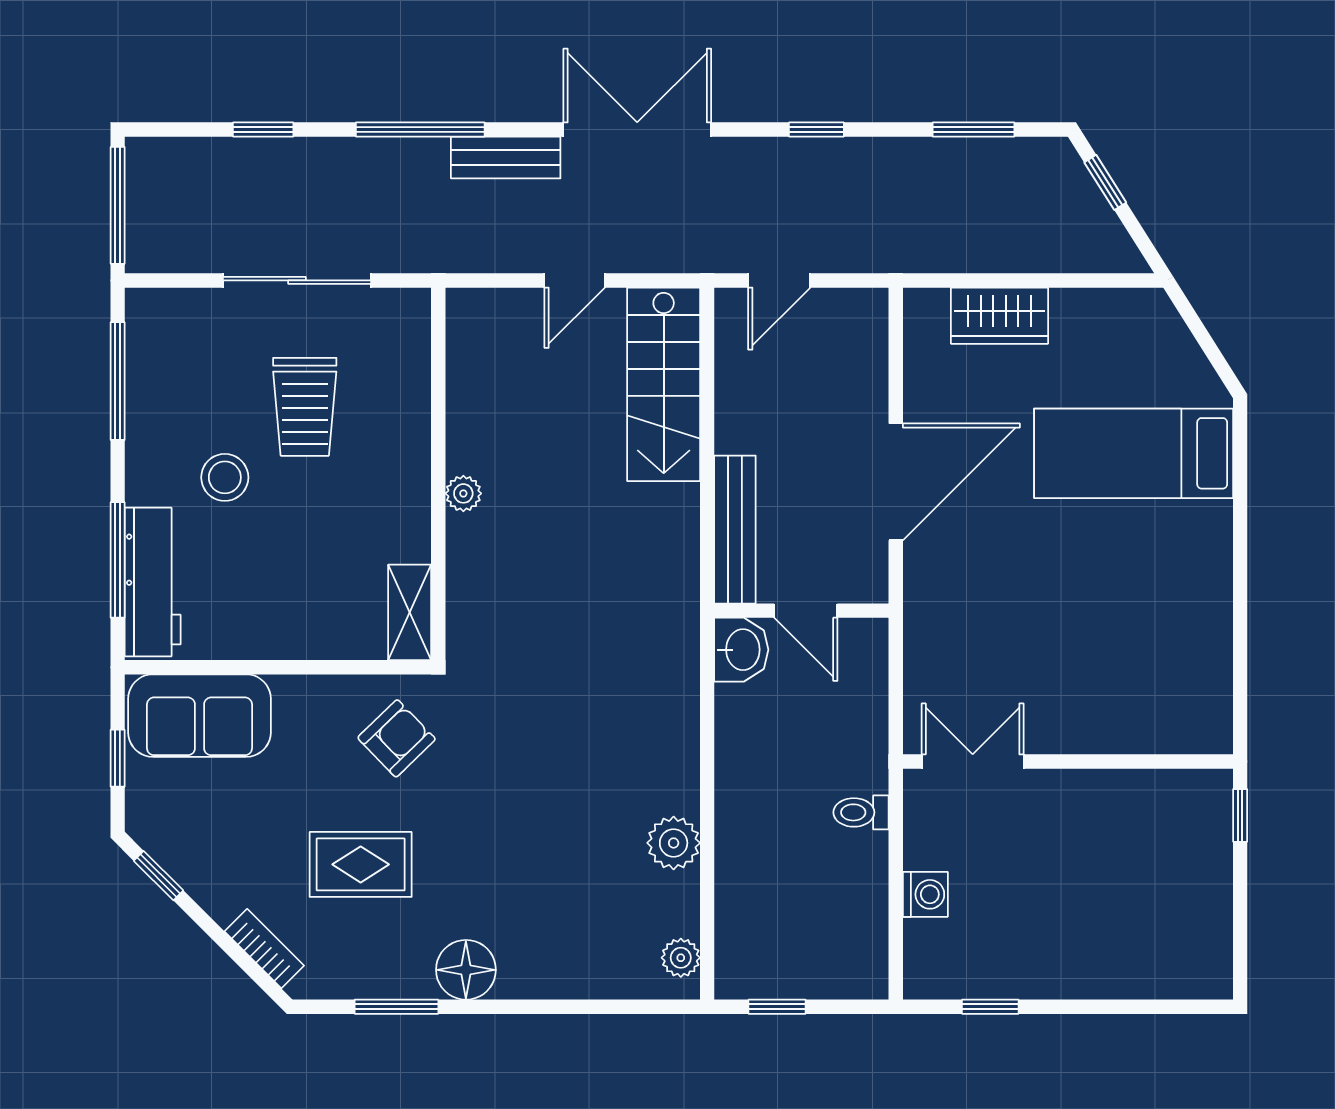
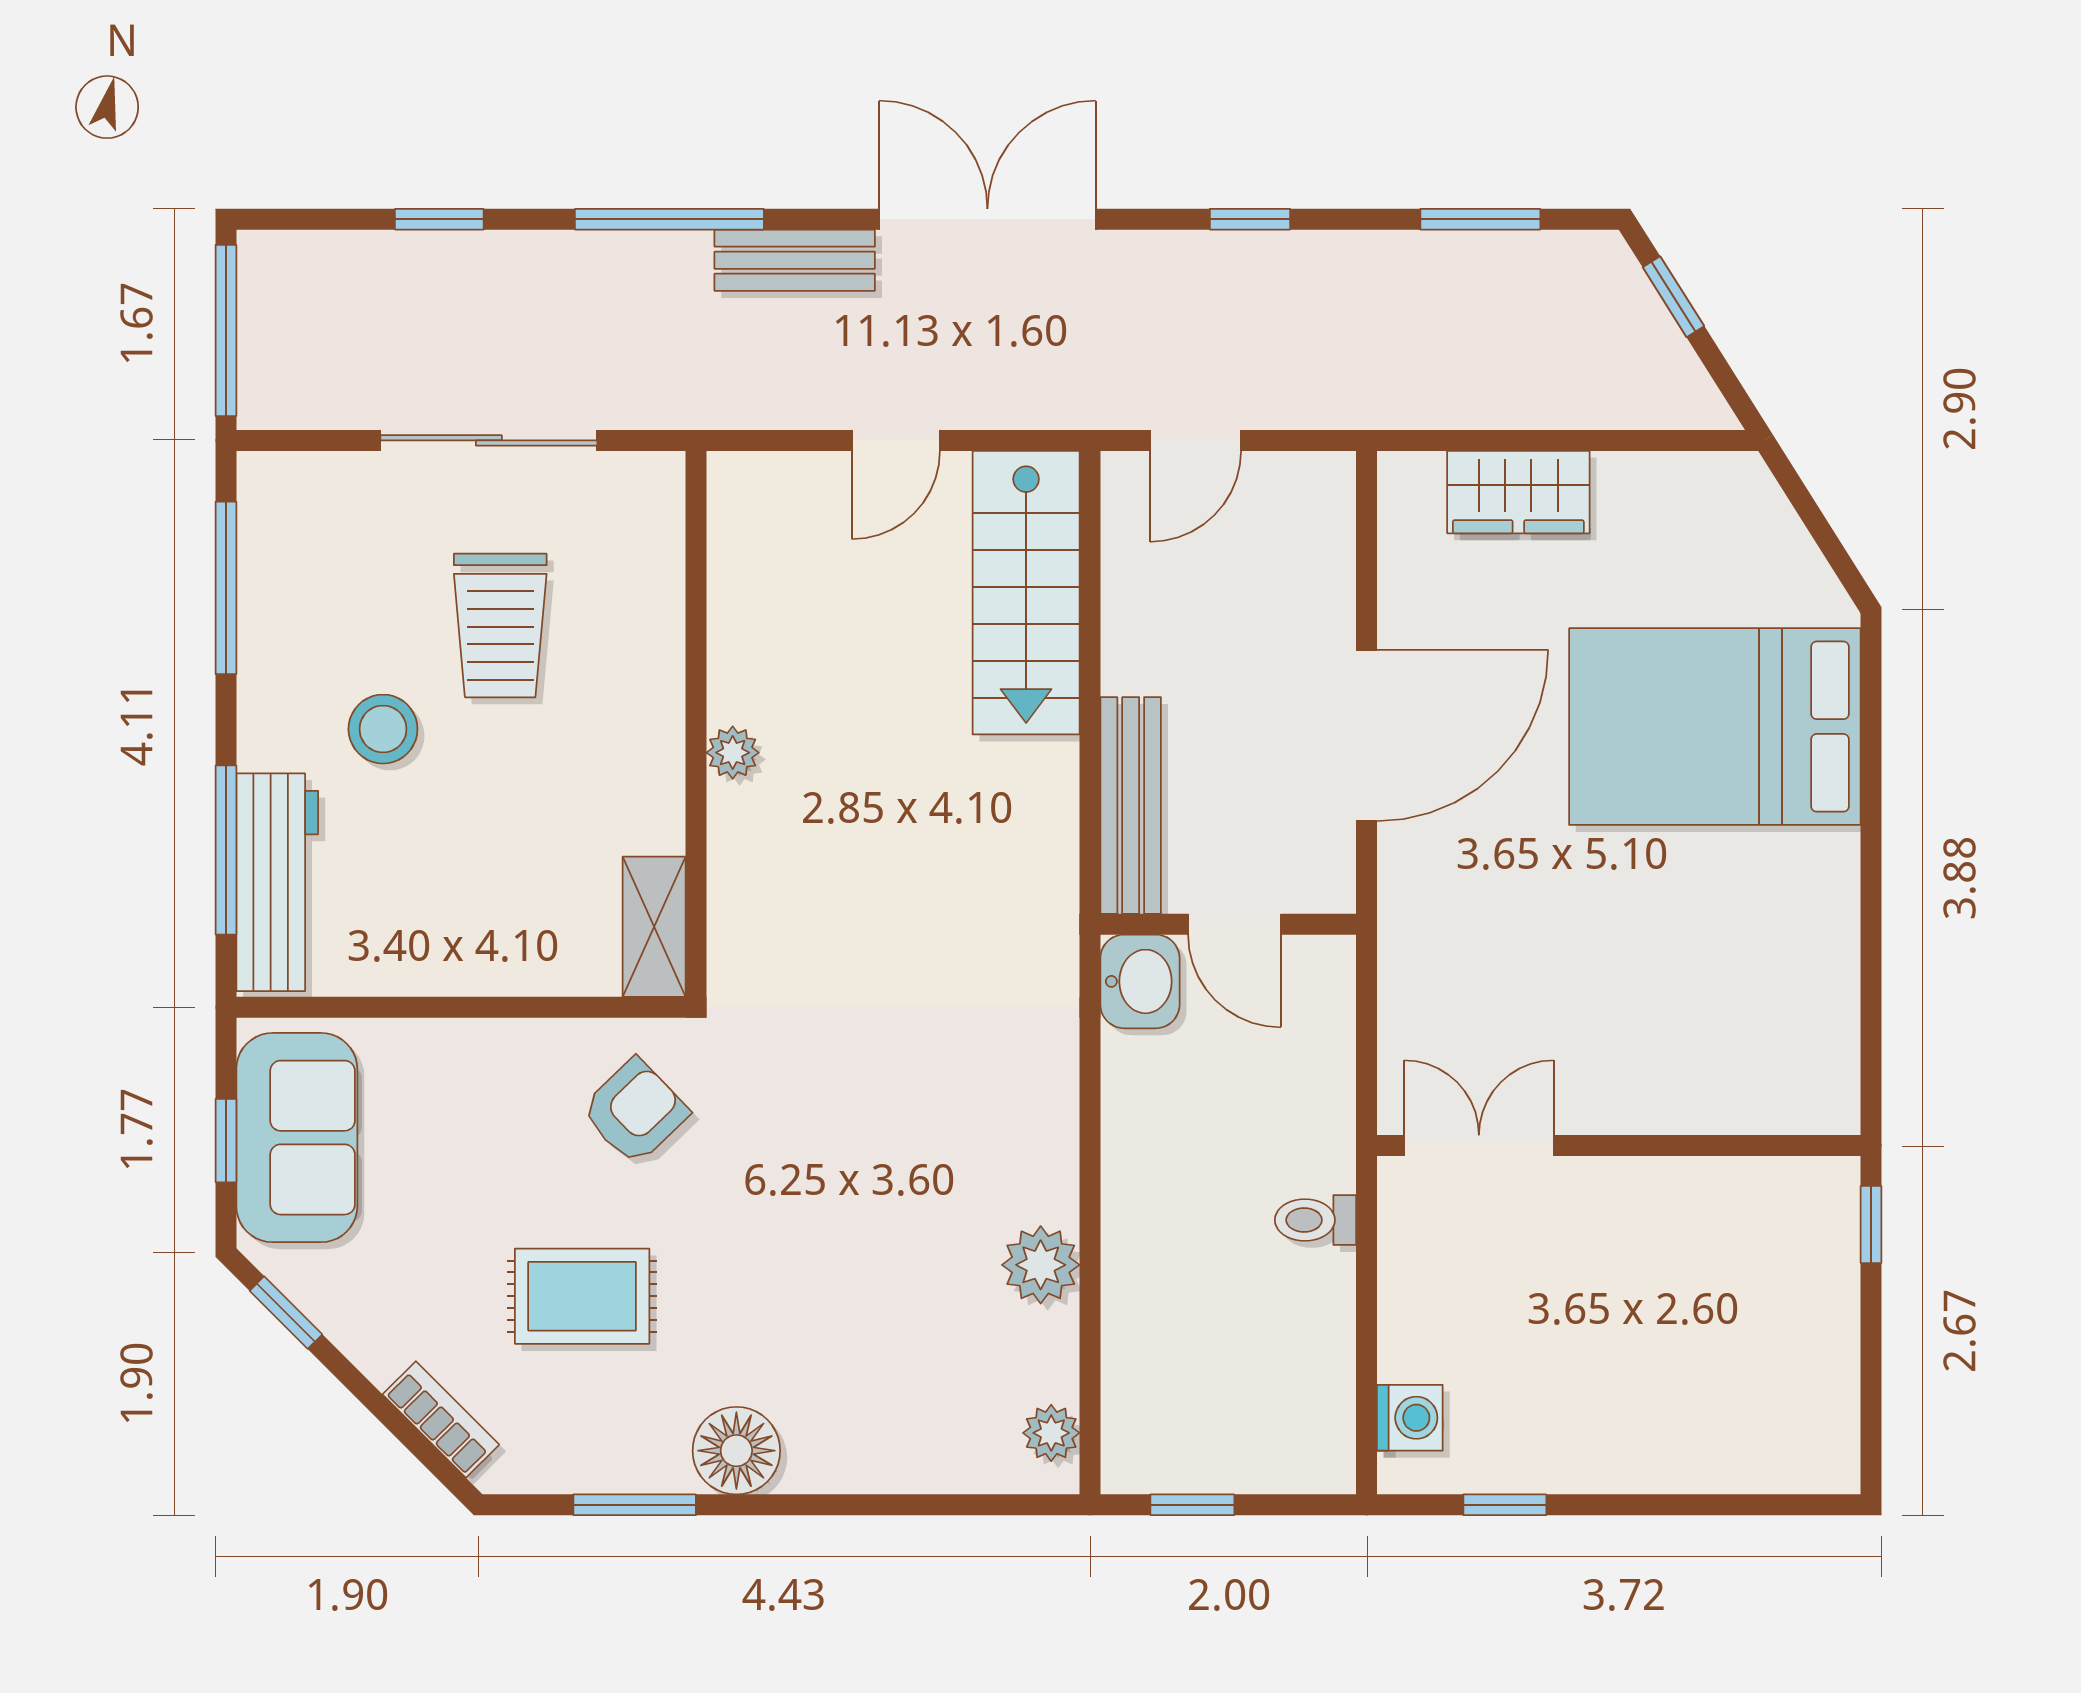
bed: (1134, 453) -> (1715, 727), width x1.50
sofa: (199, 716) -> (297, 1138), moved, turned -90
washing machine: (925, 894) -> (1410, 1418), moved

